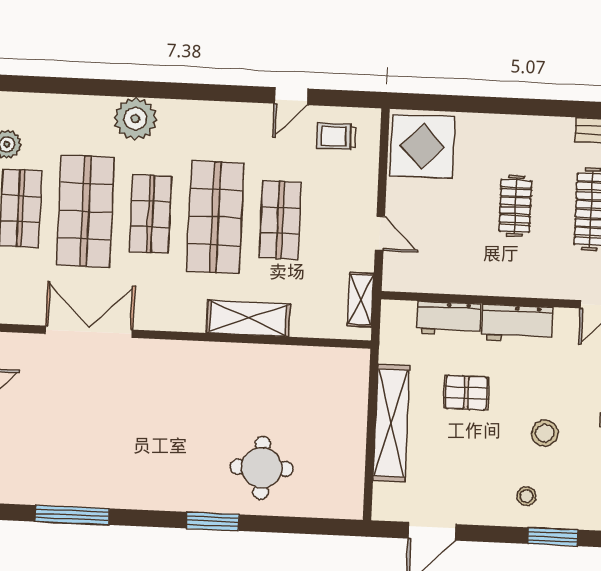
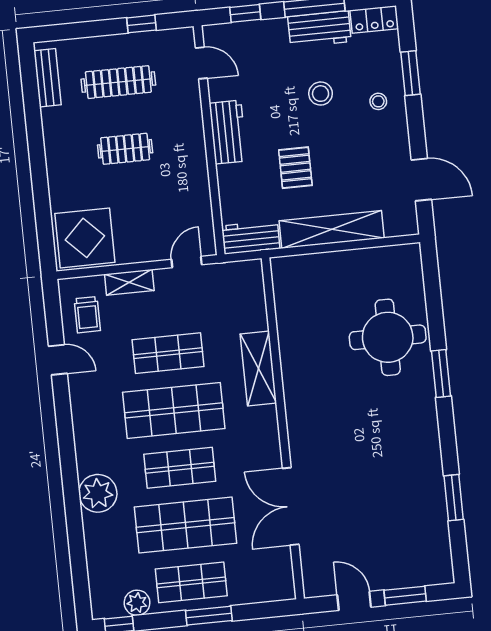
door: (380, 233) -> (187, 262), moved
shelving: (361, 300) -> (129, 282), moved
workbench: (449, 319) -> (251, 237), moved, turned -90
round table: (262, 468) -> (388, 337), width x1.36, depth x1.36
window: (72, 515) -> (454, 498), width x0.69

